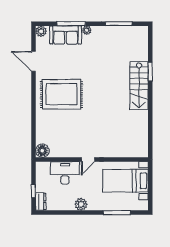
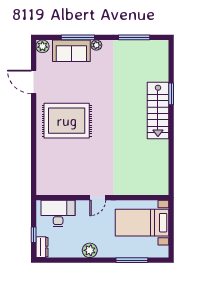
floor lamp: (42, 151) -> (44, 187), removed
desk: (65, 173) -> (58, 213), moved

